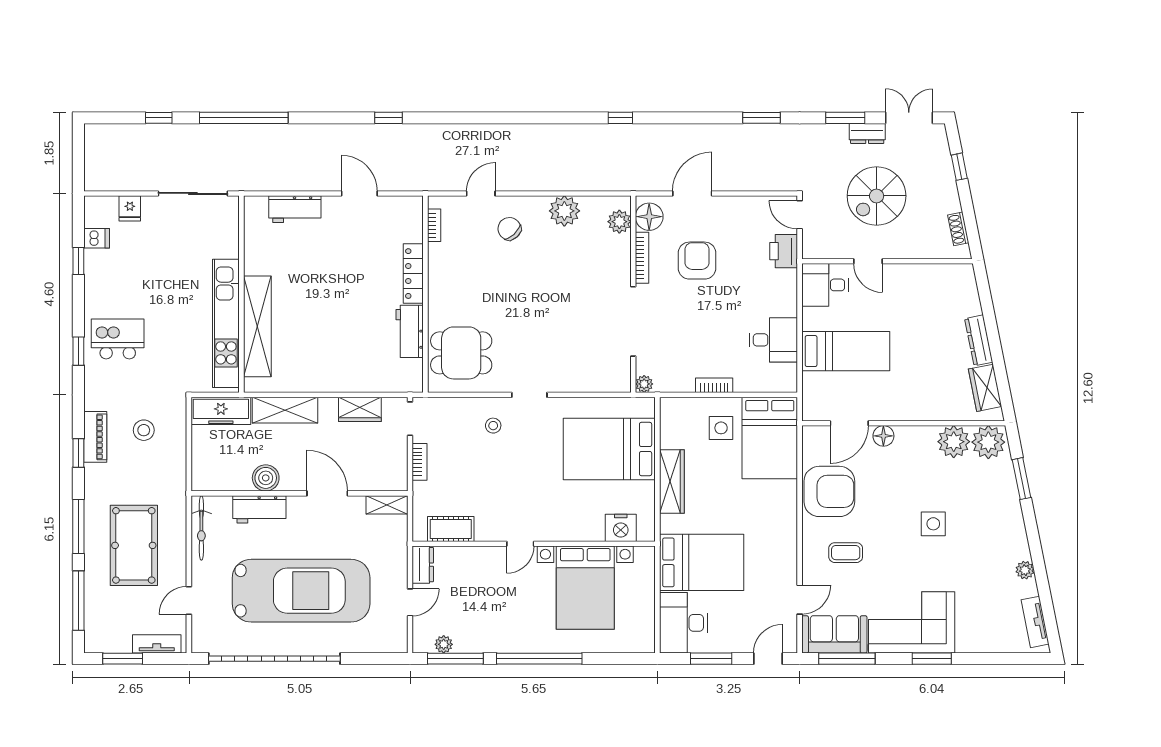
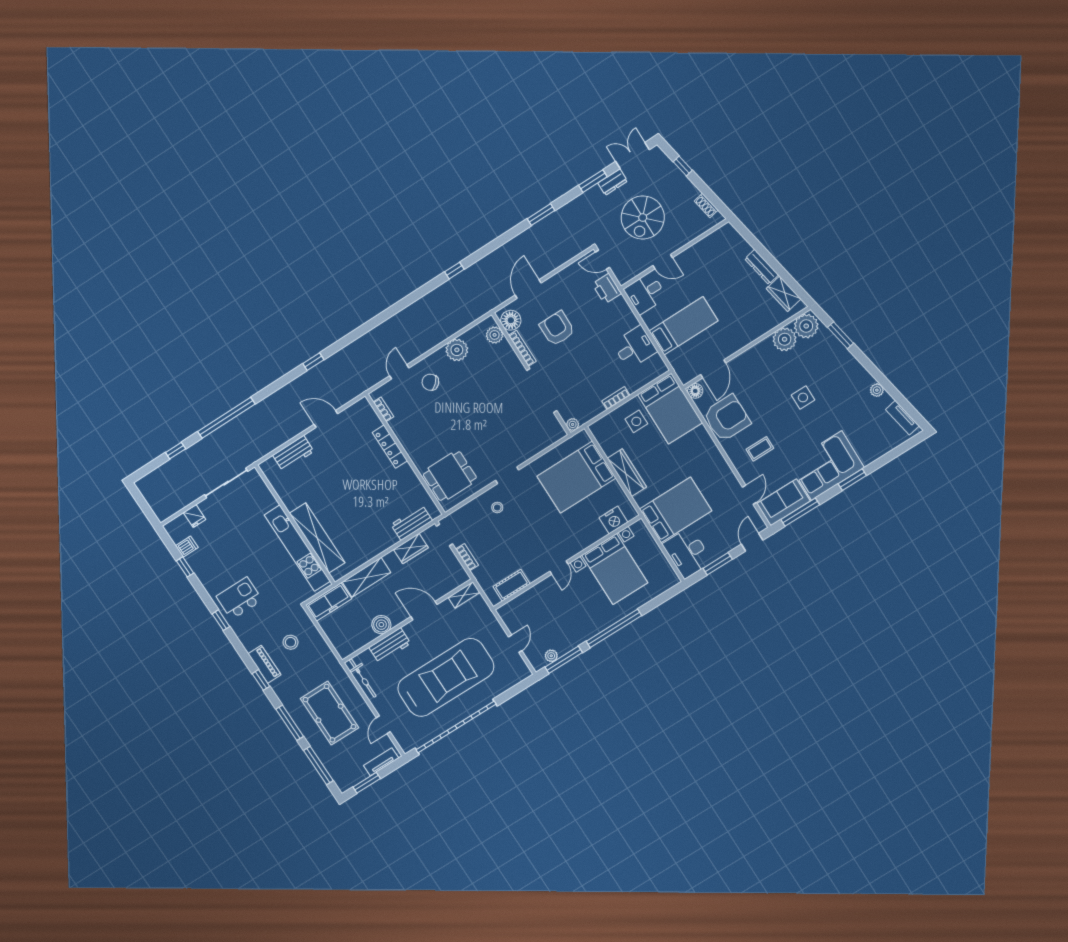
workbench: (410, 331) -> (412, 523), moved, turned 90
floor lamp: (883, 436) -> (695, 391), moved
dresser: (423, 565) -> (508, 617), removed

